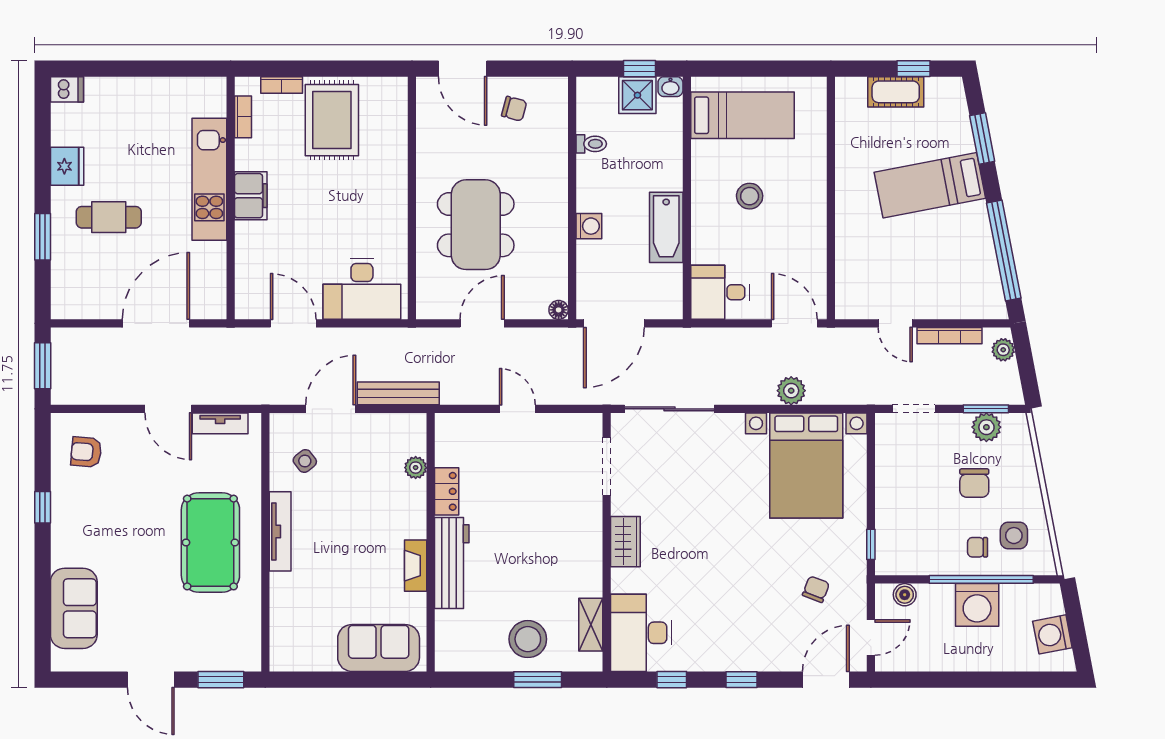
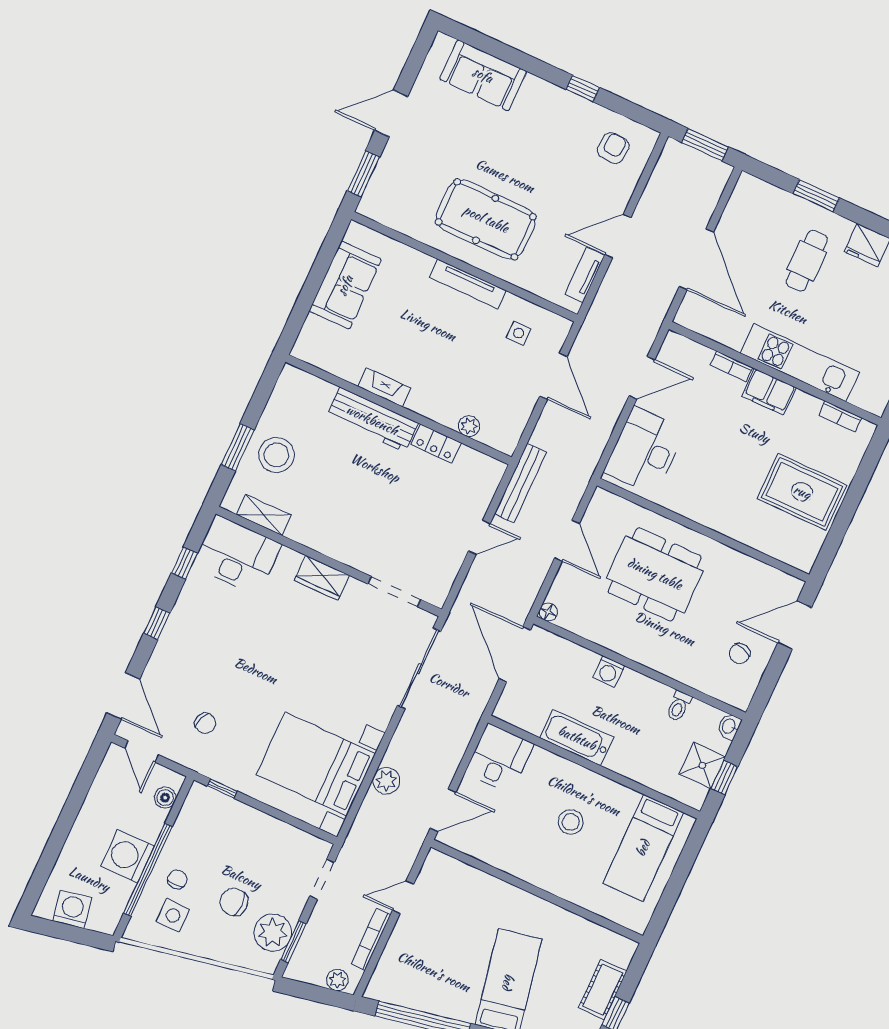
bookcase: (282, 85) -> (731, 366), moved, turned -90
washbasin: (670, 87) -> (729, 726), moved
bench: (398, 393) -> (520, 483), moved
plant: (986, 427) -> (273, 933), width x1.36, depth x1.36
side table: (305, 461) -> (519, 333), turned 38
sofa: (379, 648) -> (345, 285), moved

